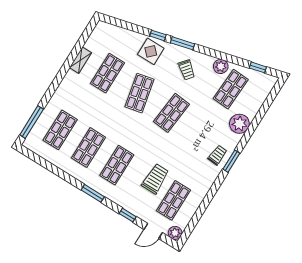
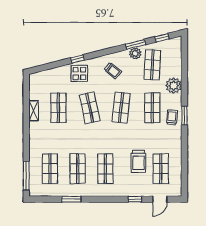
window: (183, 43) -> (136, 44), moved
shop shelf: (203, 133) -> (152, 108), added
trolley: (155, 179) -> (138, 161), turned 180
window: (93, 193) -> (71, 199), moved
plant: (175, 233) -> (176, 191), removed

